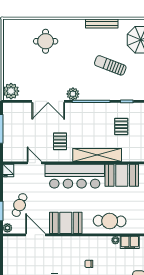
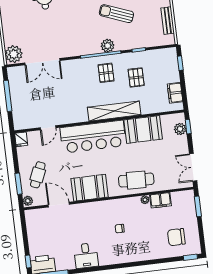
plant: (73, 94) -> (108, 46), moved
double door: (48, 101) -> (42, 62), moved
pallet: (60, 141) -> (106, 73), moved
door: (34, 163) -> (48, 128), swing flipped

